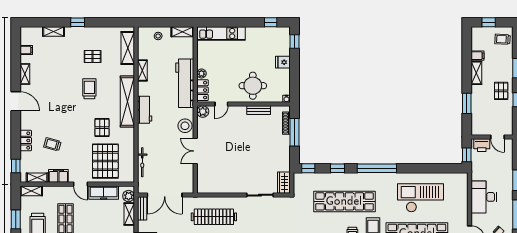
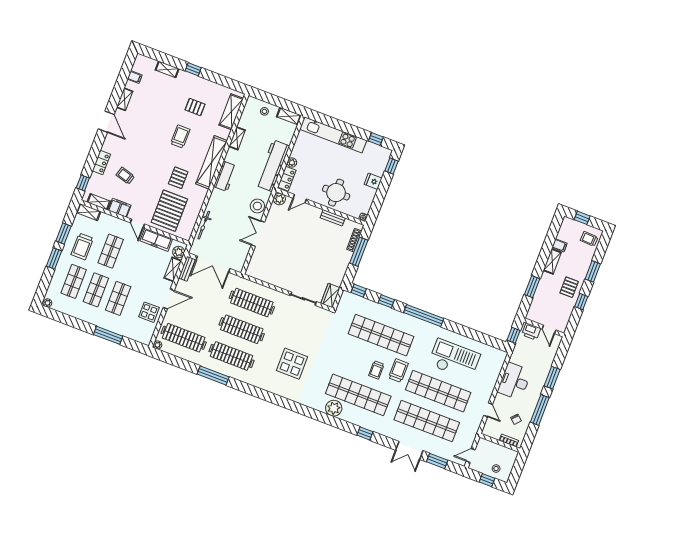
kitchen unit: (221, 33) -> (333, 135), width x1.36

